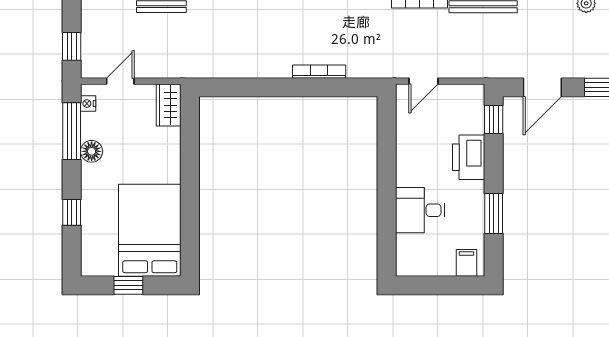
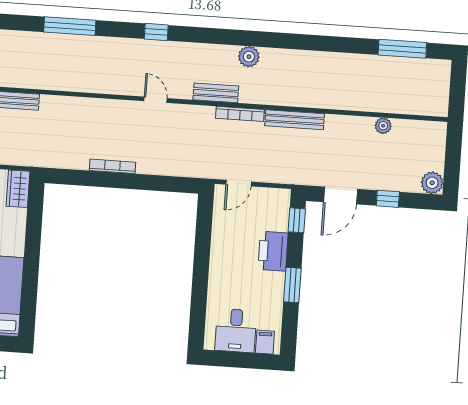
bookcase: (319, 72) -> (113, 166), moved
desk: (420, 210) -> (236, 331), moved, turned -90
window: (494, 214) -> (292, 285), moved

